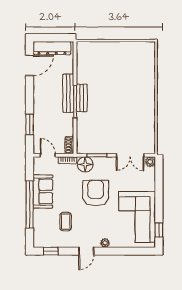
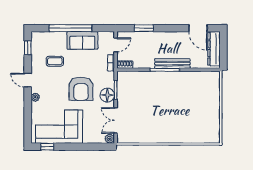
bench: (82, 98) -> (168, 76), removed
floor lamp: (85, 164) -> (107, 95), moved
armchair: (96, 193) -> (81, 89), turned 90

